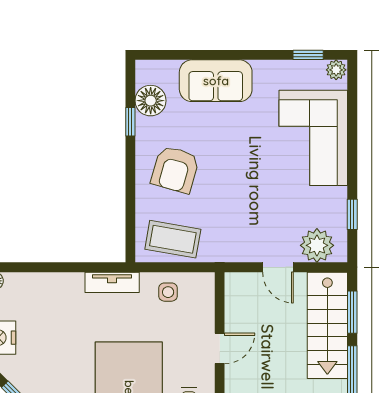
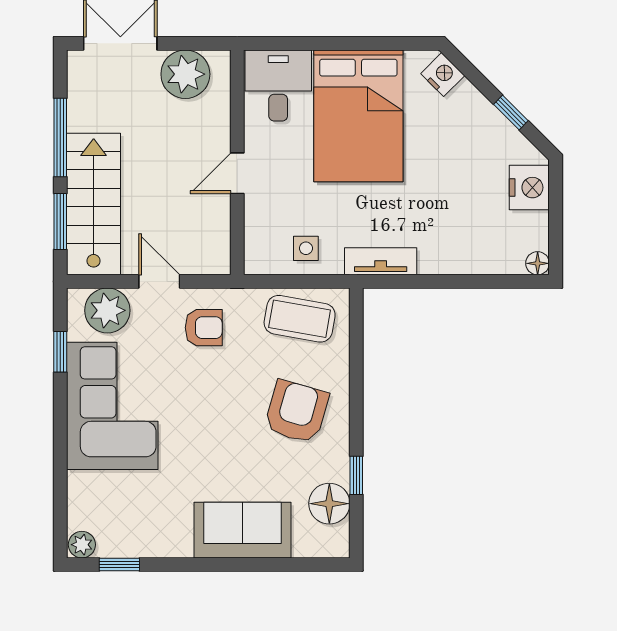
corner sofa: (313, 138) -> (112, 406), moved
armchair: (245, 233) -> (204, 328), added

